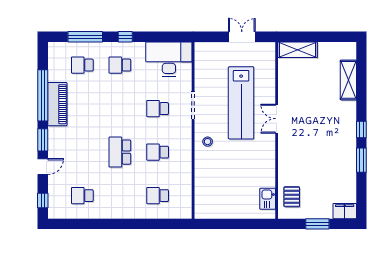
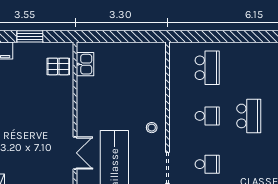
school desk: (158, 196) -> (207, 68), width x1.85
pallet: (292, 197) -> (58, 66), turned 90

